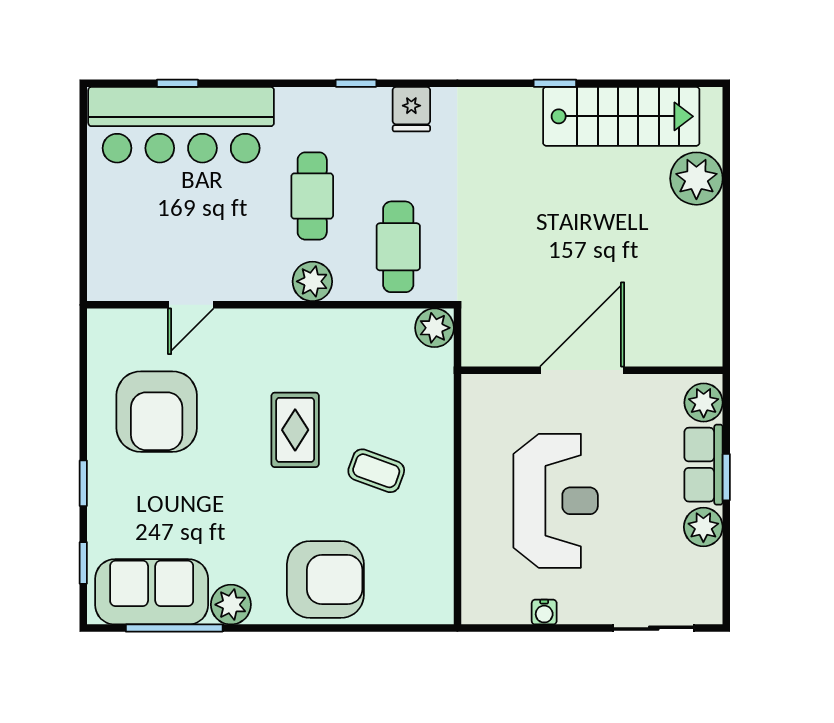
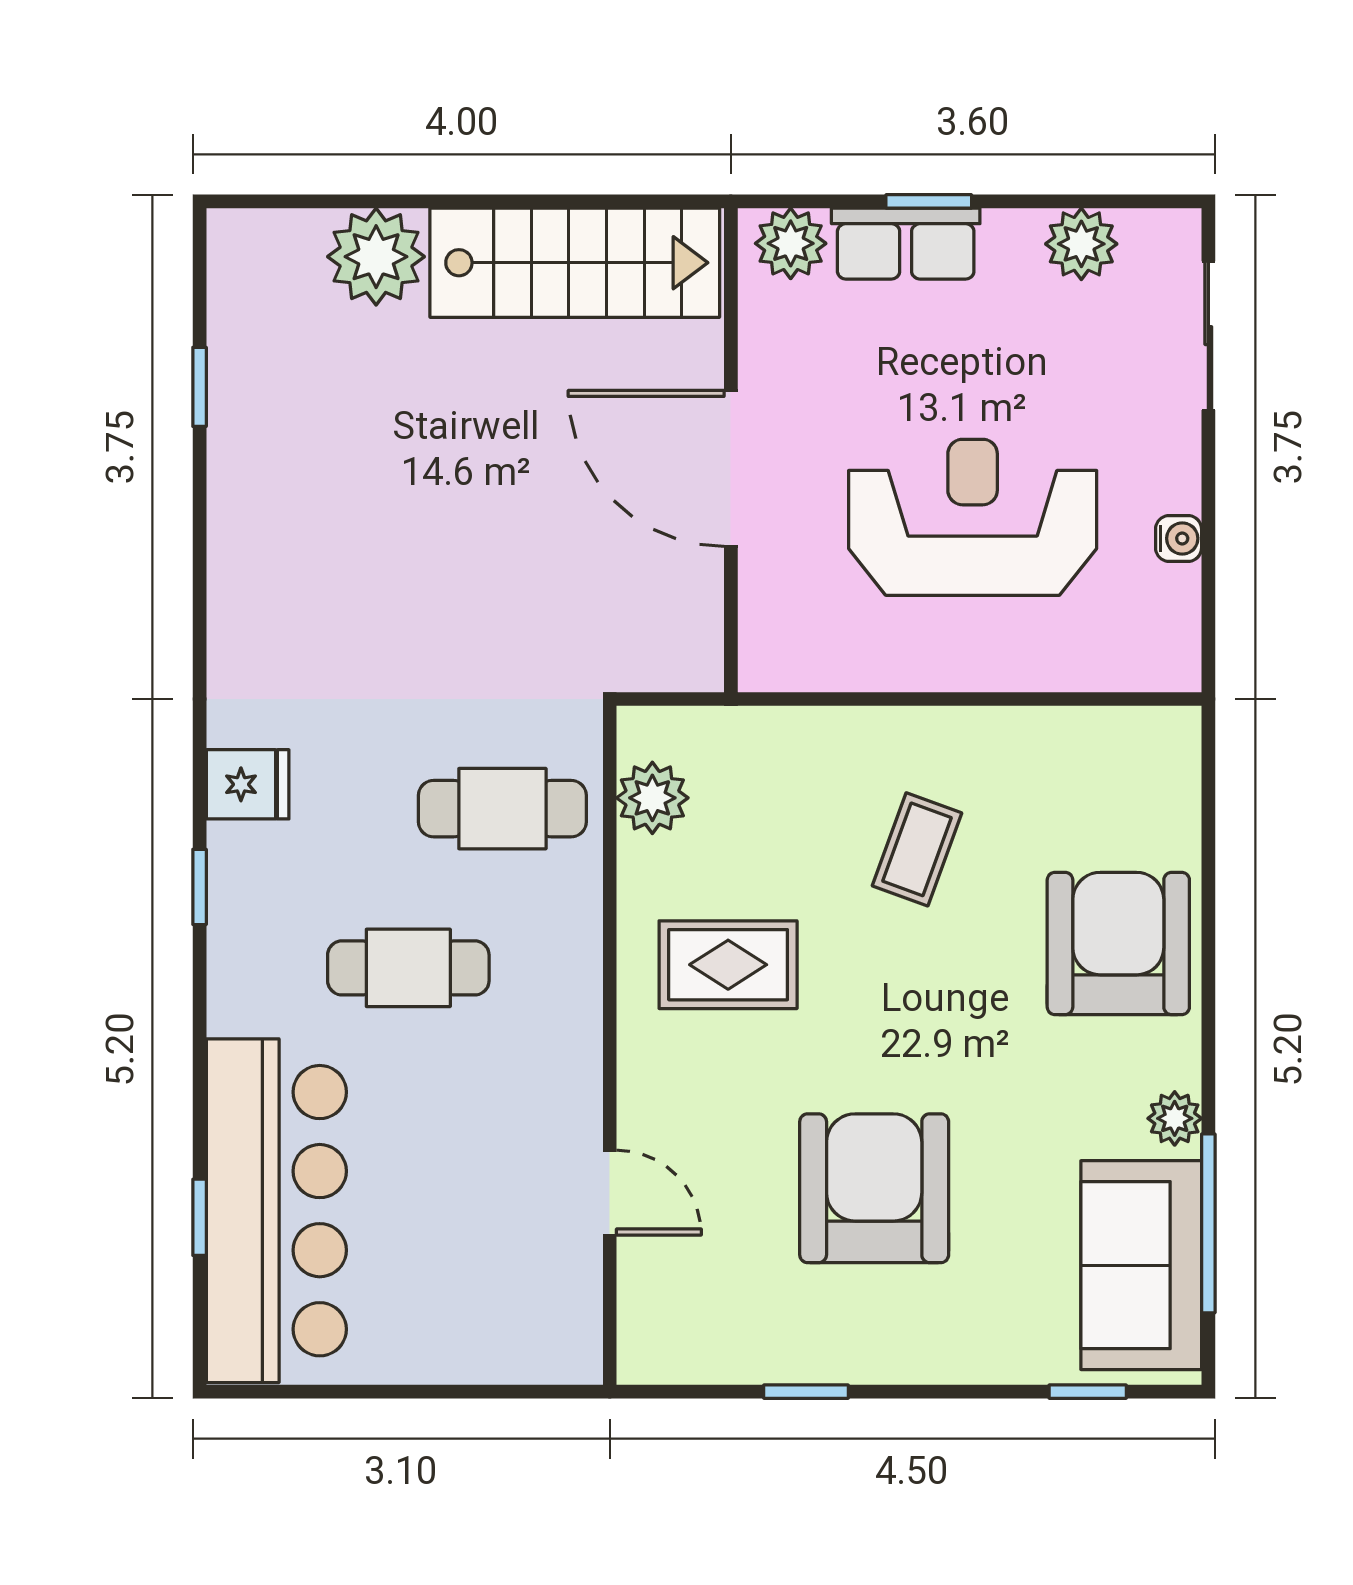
window: (555, 83) -> (200, 387), moved
stairs: (621, 116) -> (575, 263), moved, turned 90
plant: (312, 281) -> (566, 968), removed
plant: (434, 328) -> (652, 798), moved
armchair: (157, 412) -> (874, 1188), moved, turned -90
rug: (295, 430) -> (728, 965), moved
window: (83, 483) -> (806, 1392), moved
plant: (703, 527) -> (1081, 244), moved
plant: (231, 605) -> (1175, 1118), width x0.73, depth x0.73

